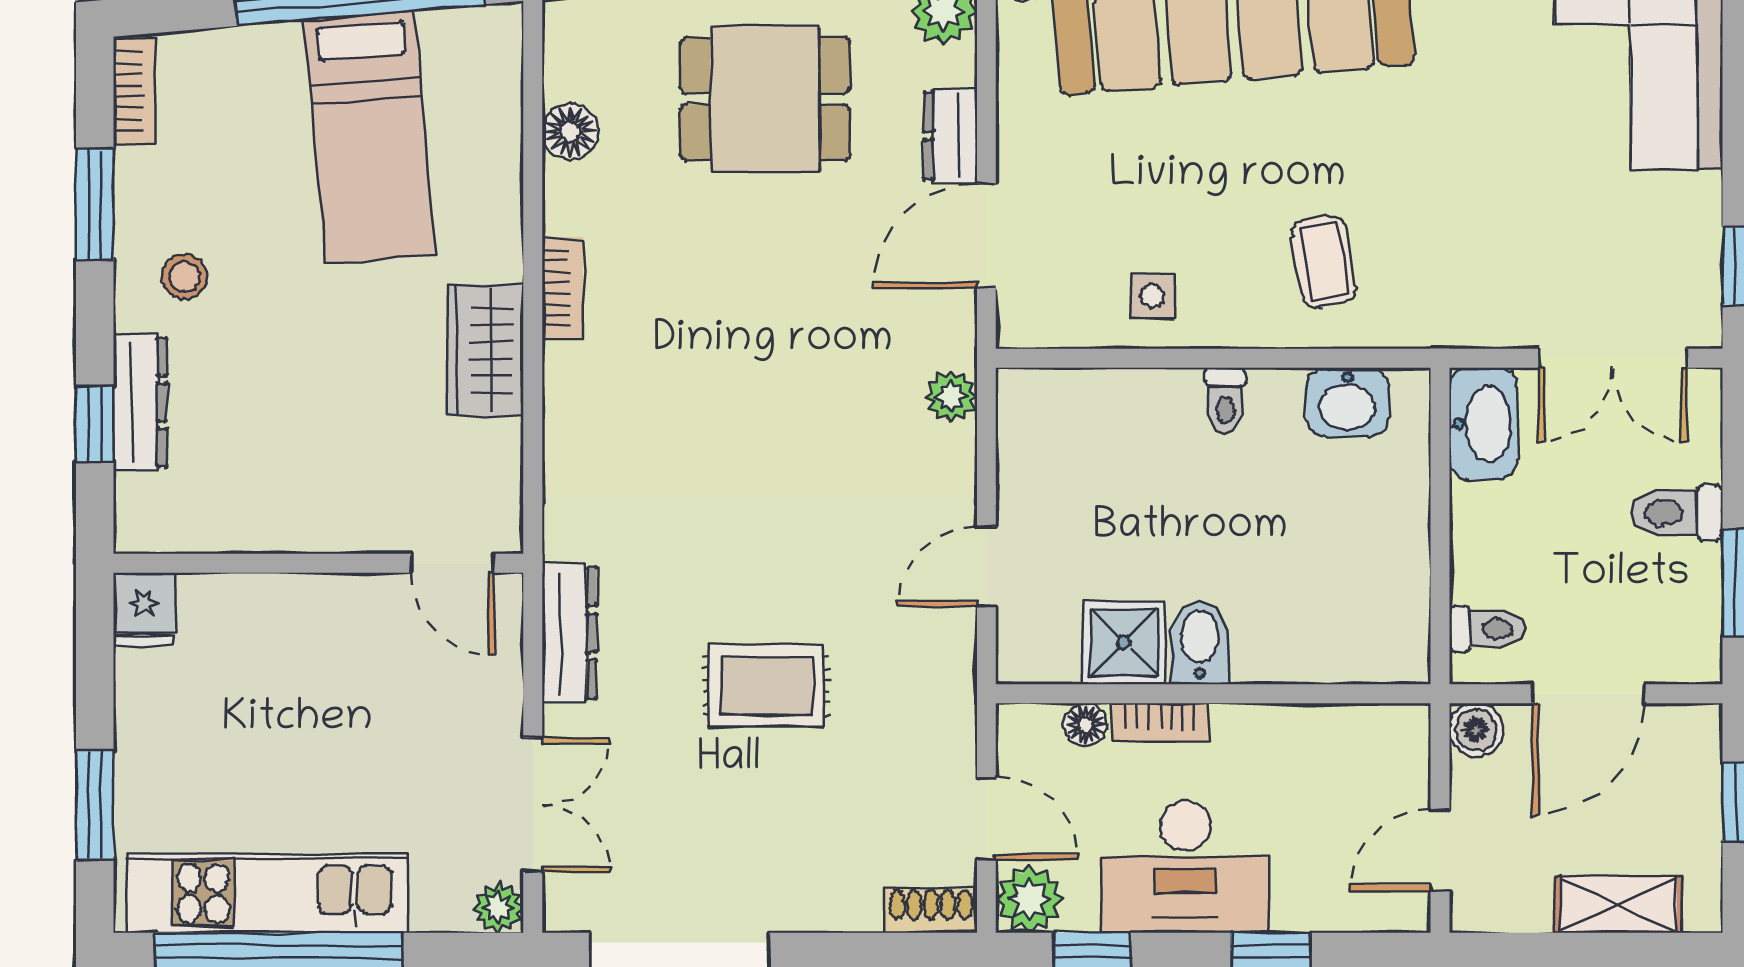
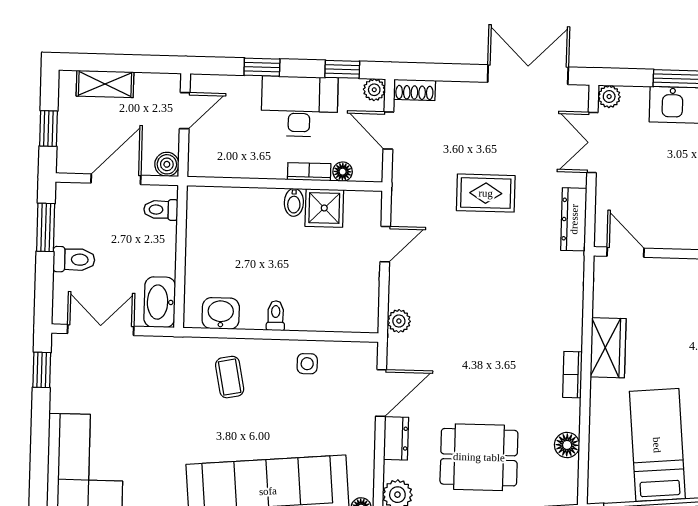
bidet: (1200, 642) -> (294, 202), width x0.72, depth x0.74
plant: (1030, 899) -> (374, 90), width x0.73, depth x0.73

